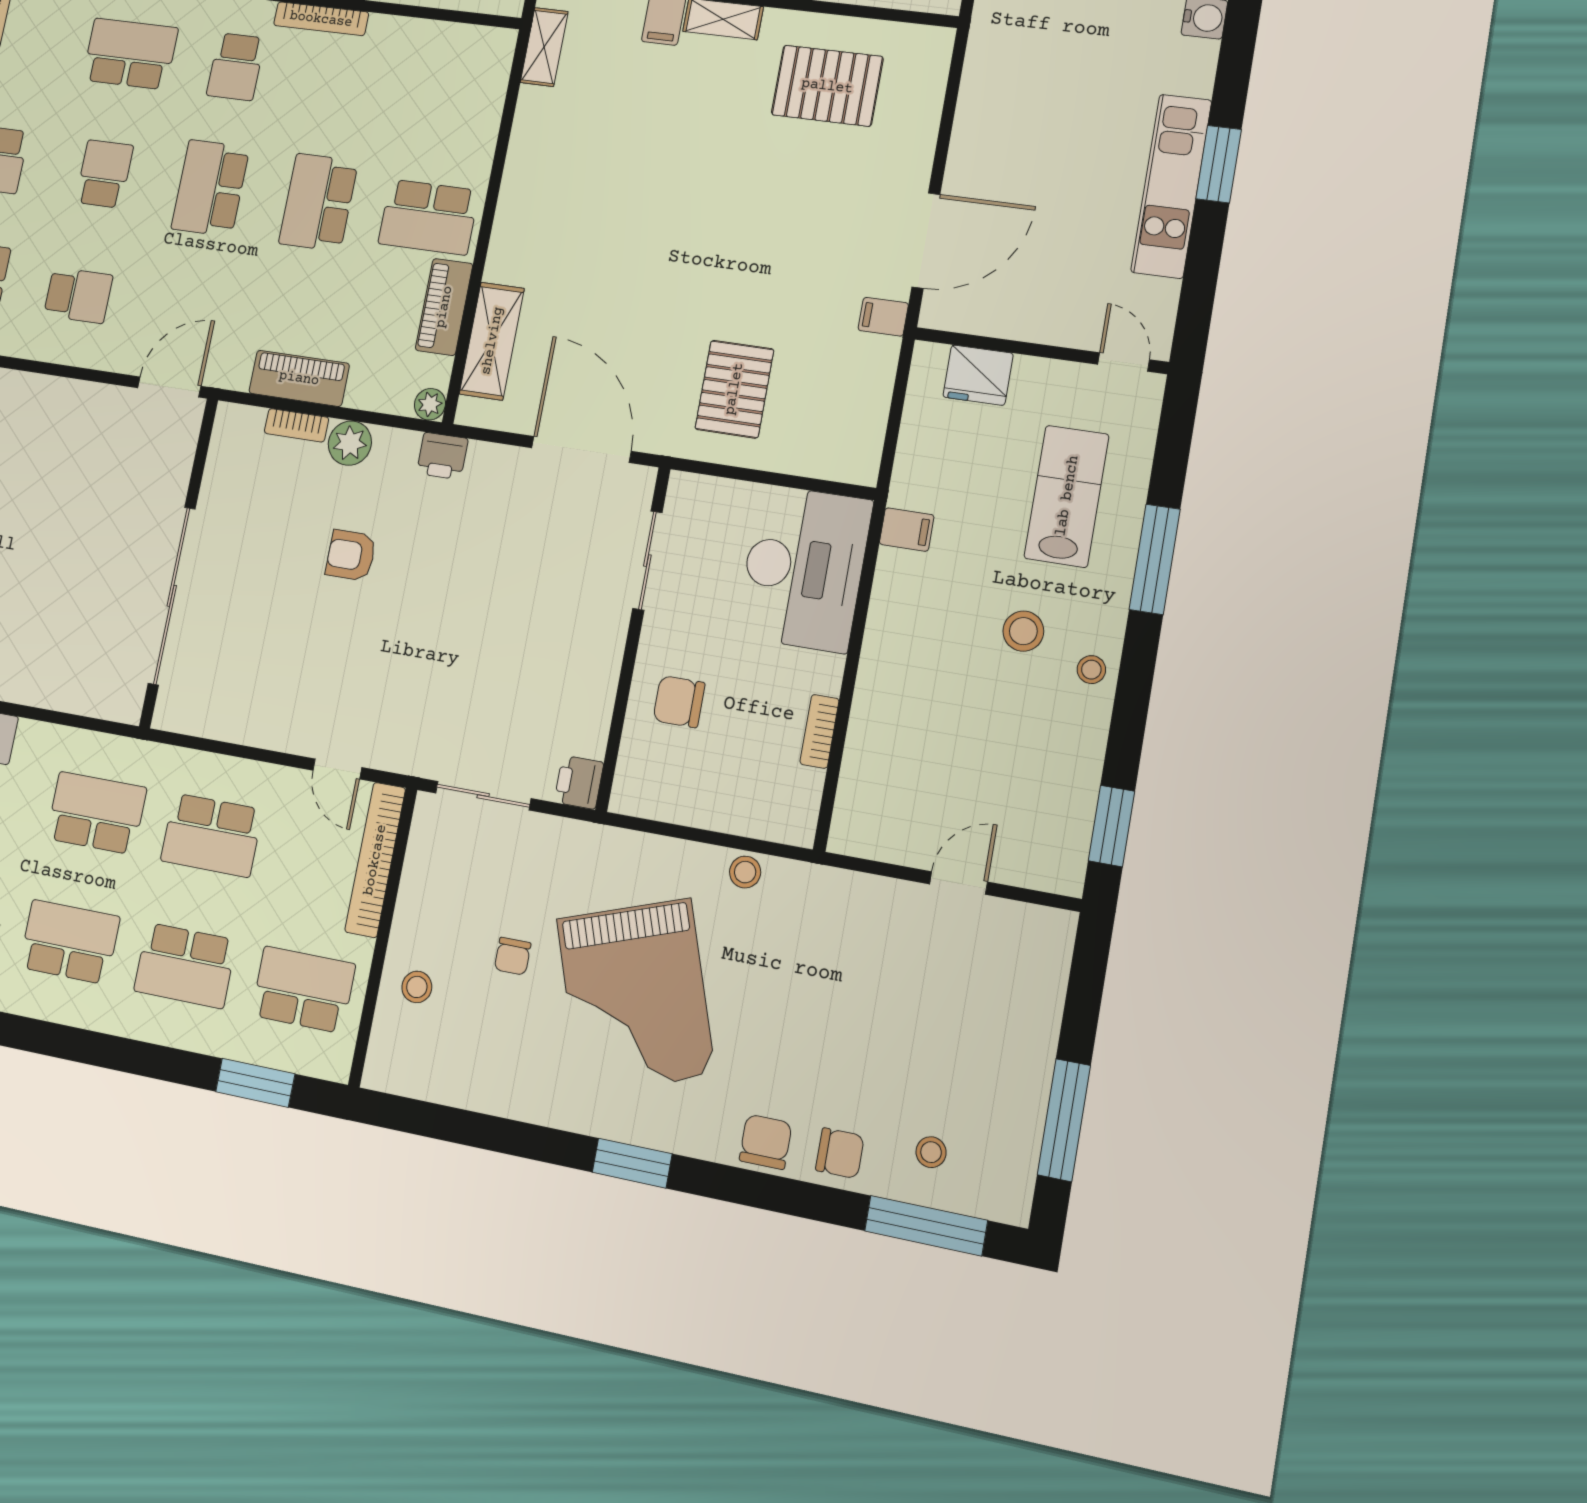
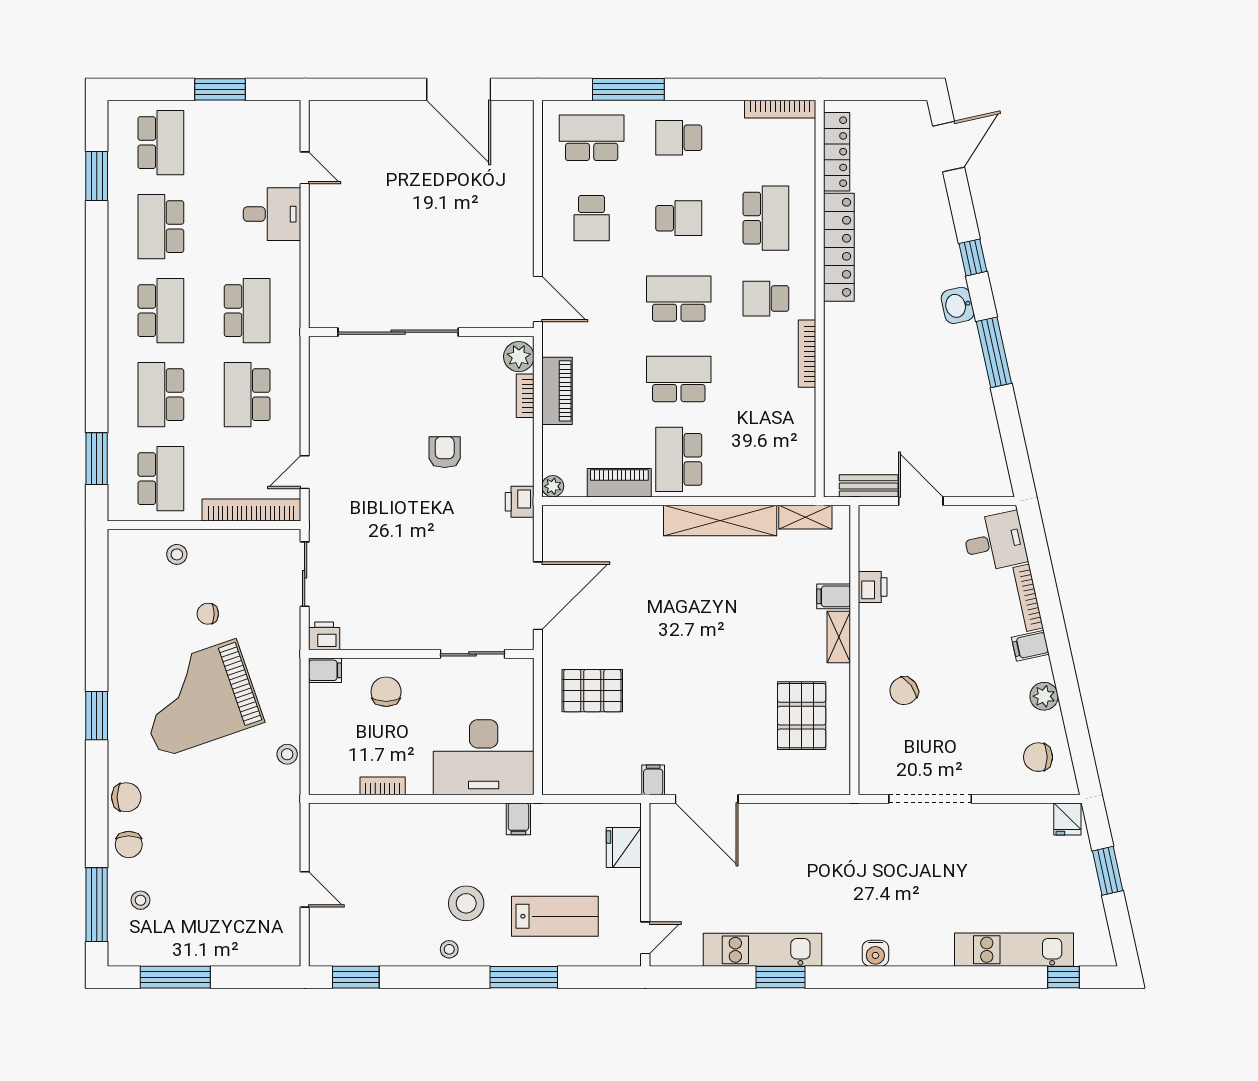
shelving: (492, 341) -> (720, 521), moved, width x1.47
plant: (350, 443) -> (519, 357), moved
stool: (1023, 631) -> (466, 903), width x1.38, depth x1.38
filing cabinet: (630, 790) -> (325, 670), added

